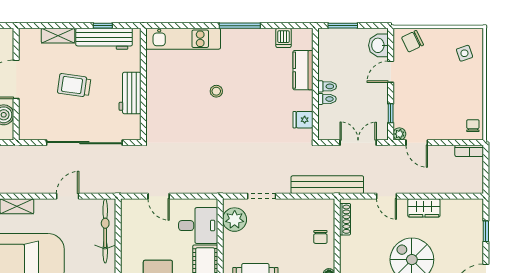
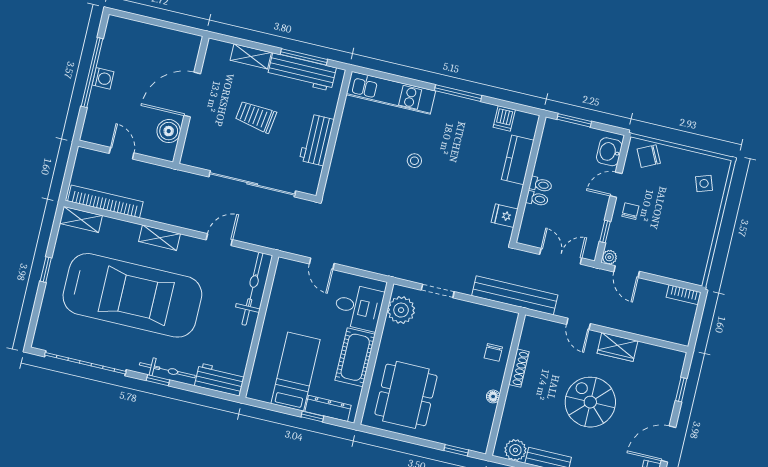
window: (103, 26) -> (304, 57), width x2.17
chair: (473, 126) -> (630, 211), moved
shoe rack: (345, 219) -> (519, 368), moved

